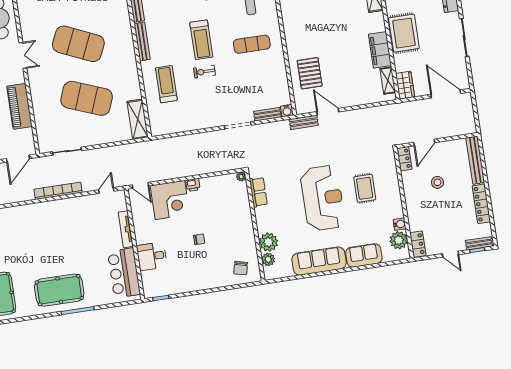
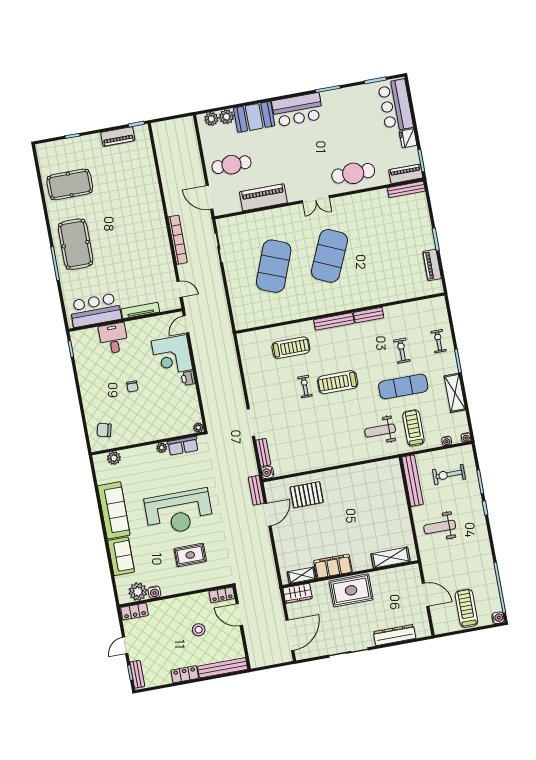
exercise mat: (252, 44) -> (335, 434), removed
shelving: (138, 119) -> (254, 319), removed
locker: (481, 204) -> (185, 674), width x0.66
plant: (268, 242) -> (162, 448), moved, width x0.53, depth x0.53

